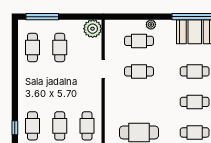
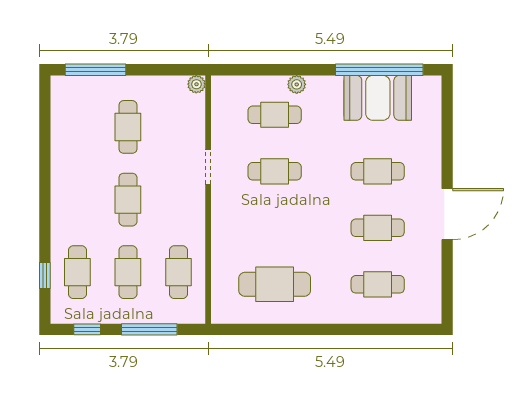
plant: (93, 29) -> (196, 84), width x0.53, depth x0.53
cafe table: (32, 47) -> (128, 200), moved

